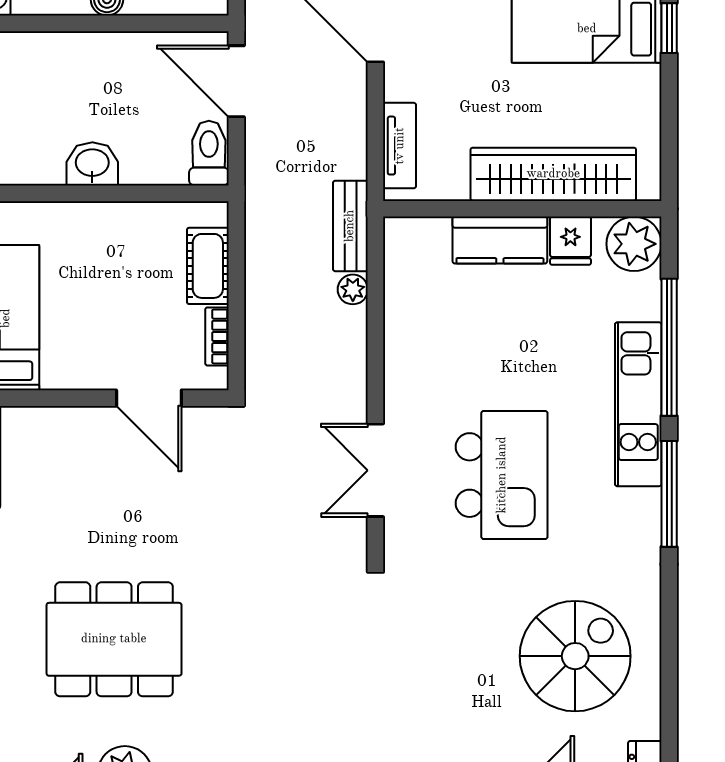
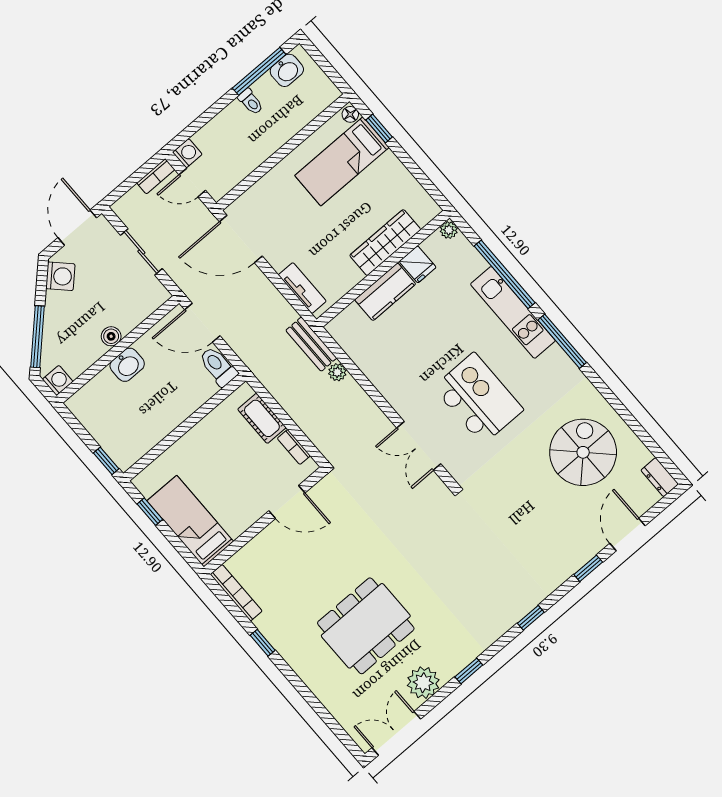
washbasin: (92, 164) -> (127, 365), moved, turned 180
wardrobe: (553, 174) -> (385, 243), width x0.71, depth x0.85
plant: (634, 244) -> (449, 230), width x0.53, depth x0.53

